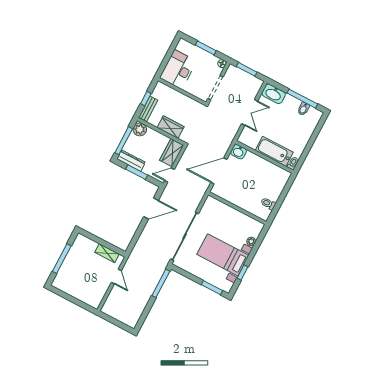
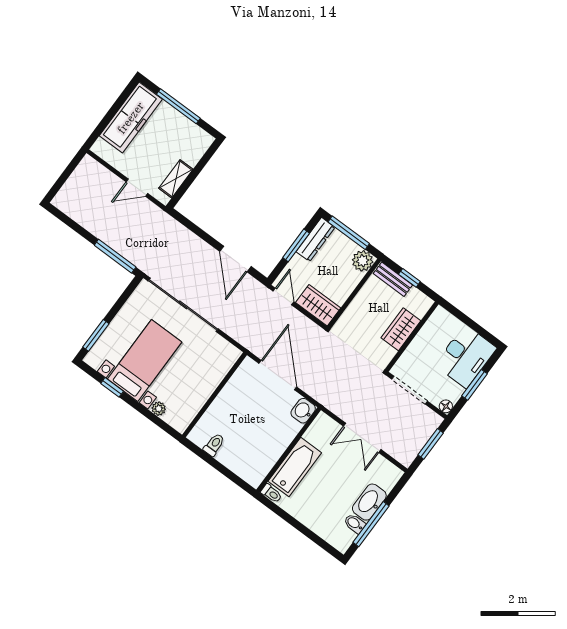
desk: (178, 69) -> (466, 356), moved, turned 90
washbasin: (274, 94) -> (369, 502), moved
wardrobe: (171, 127) -> (401, 329), moved, turned 180
freezer: (73, 287) -> (131, 118), added

